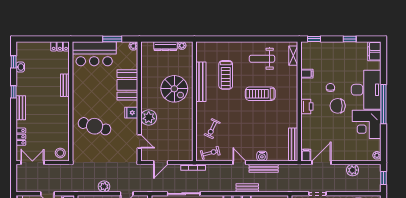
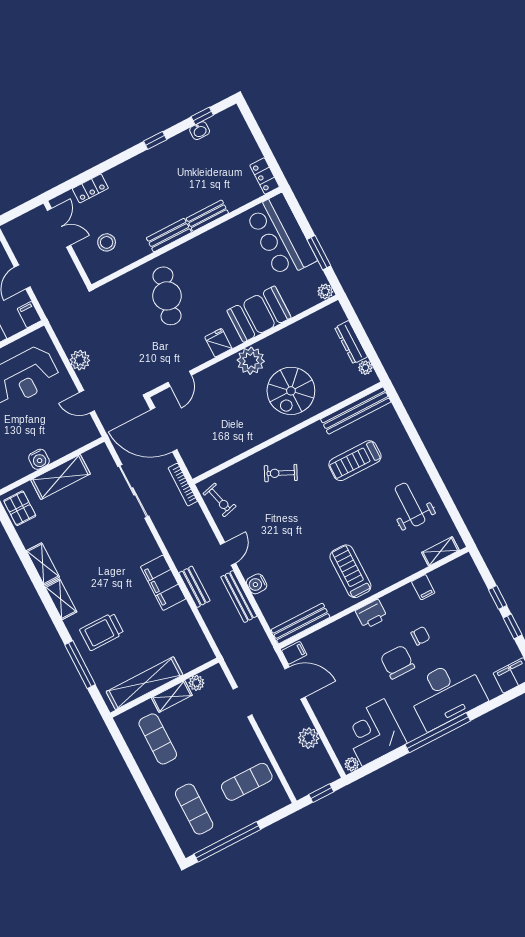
window: (314, 39) -> (498, 597), moved
bench: (201, 82) -> (356, 411), moved
treadmill: (260, 94) -> (350, 571), moved
bench: (21, 108) -> (169, 235), moved
plant: (149, 117) -> (251, 361), moved
corner desk: (367, 124) -> (373, 733), moved
exercise bike: (212, 129) -> (281, 473), moved
stool: (60, 153) -> (107, 242), moved
door: (161, 163) -> (164, 430), width x1.88

